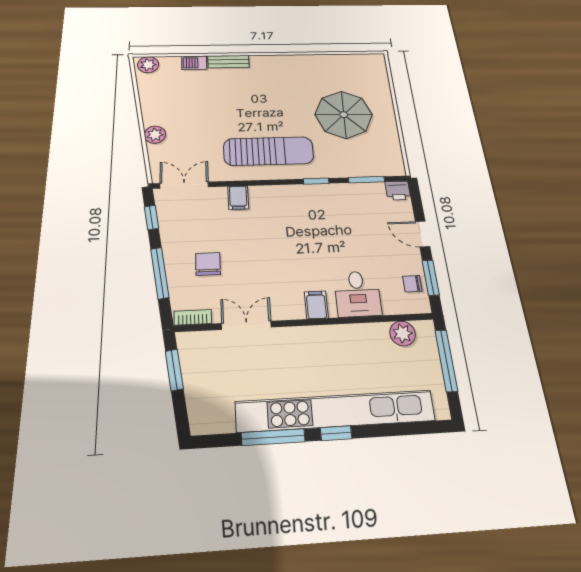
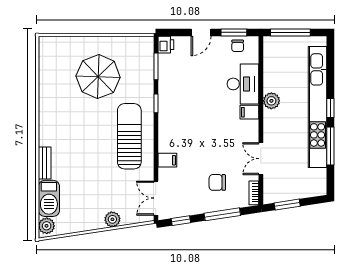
barbecue: (194, 63) -> (49, 198), width x1.88, depth x1.53
desk: (357, 294) -> (243, 84), width x1.37
plant: (403, 333) -> (271, 101), moved

